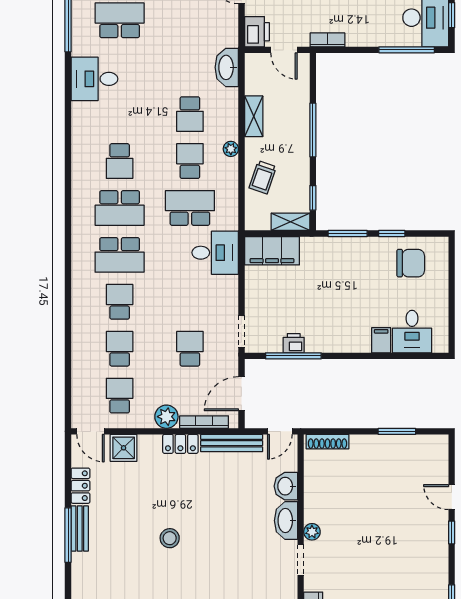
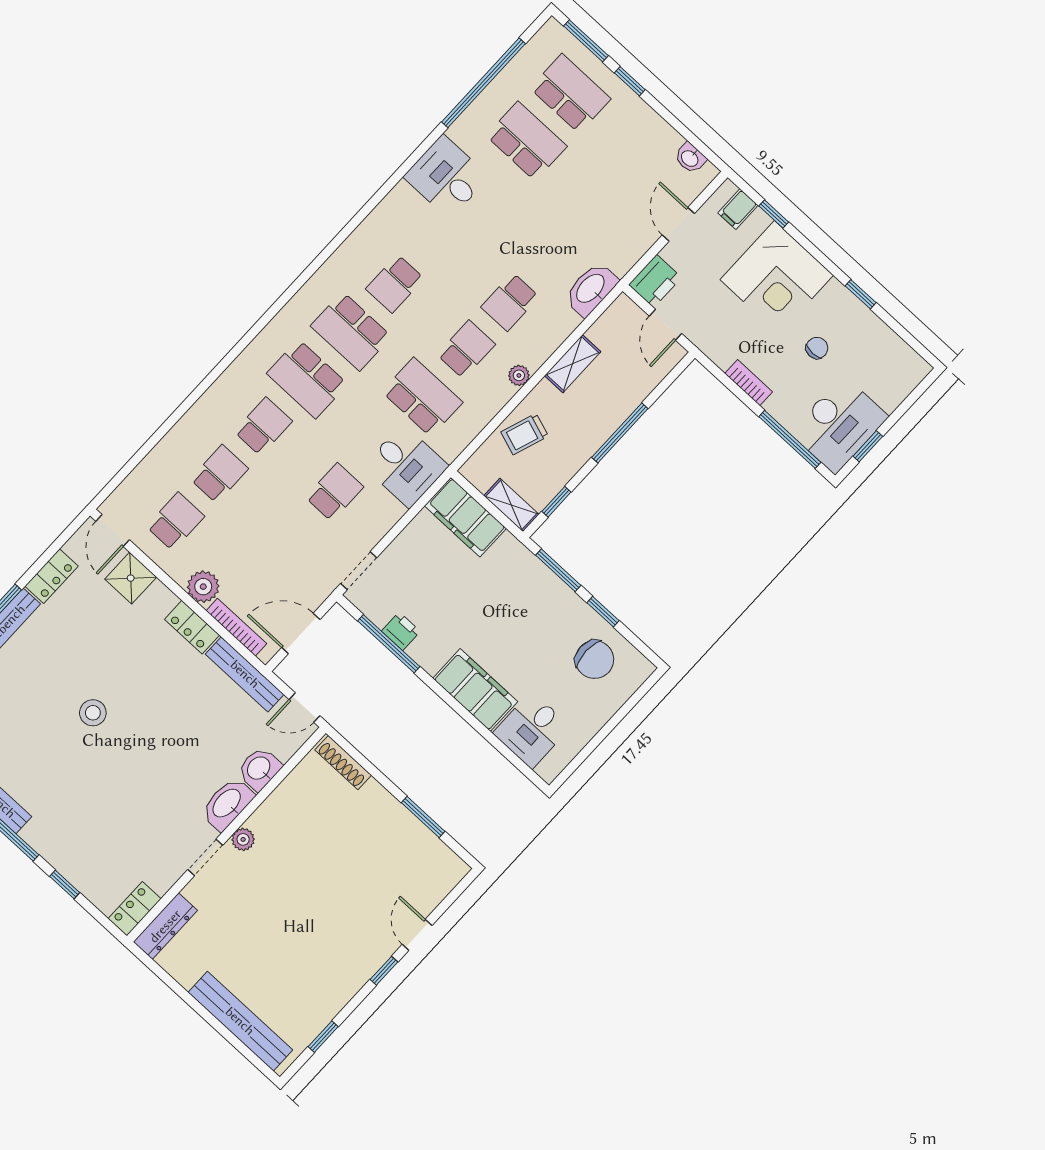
bookcase: (327, 40) -> (749, 383), moved
filing cabinet: (381, 340) -> (475, 690), width x3.00, depth x1.17
school desk: (190, 349) -> (334, 492), moved

